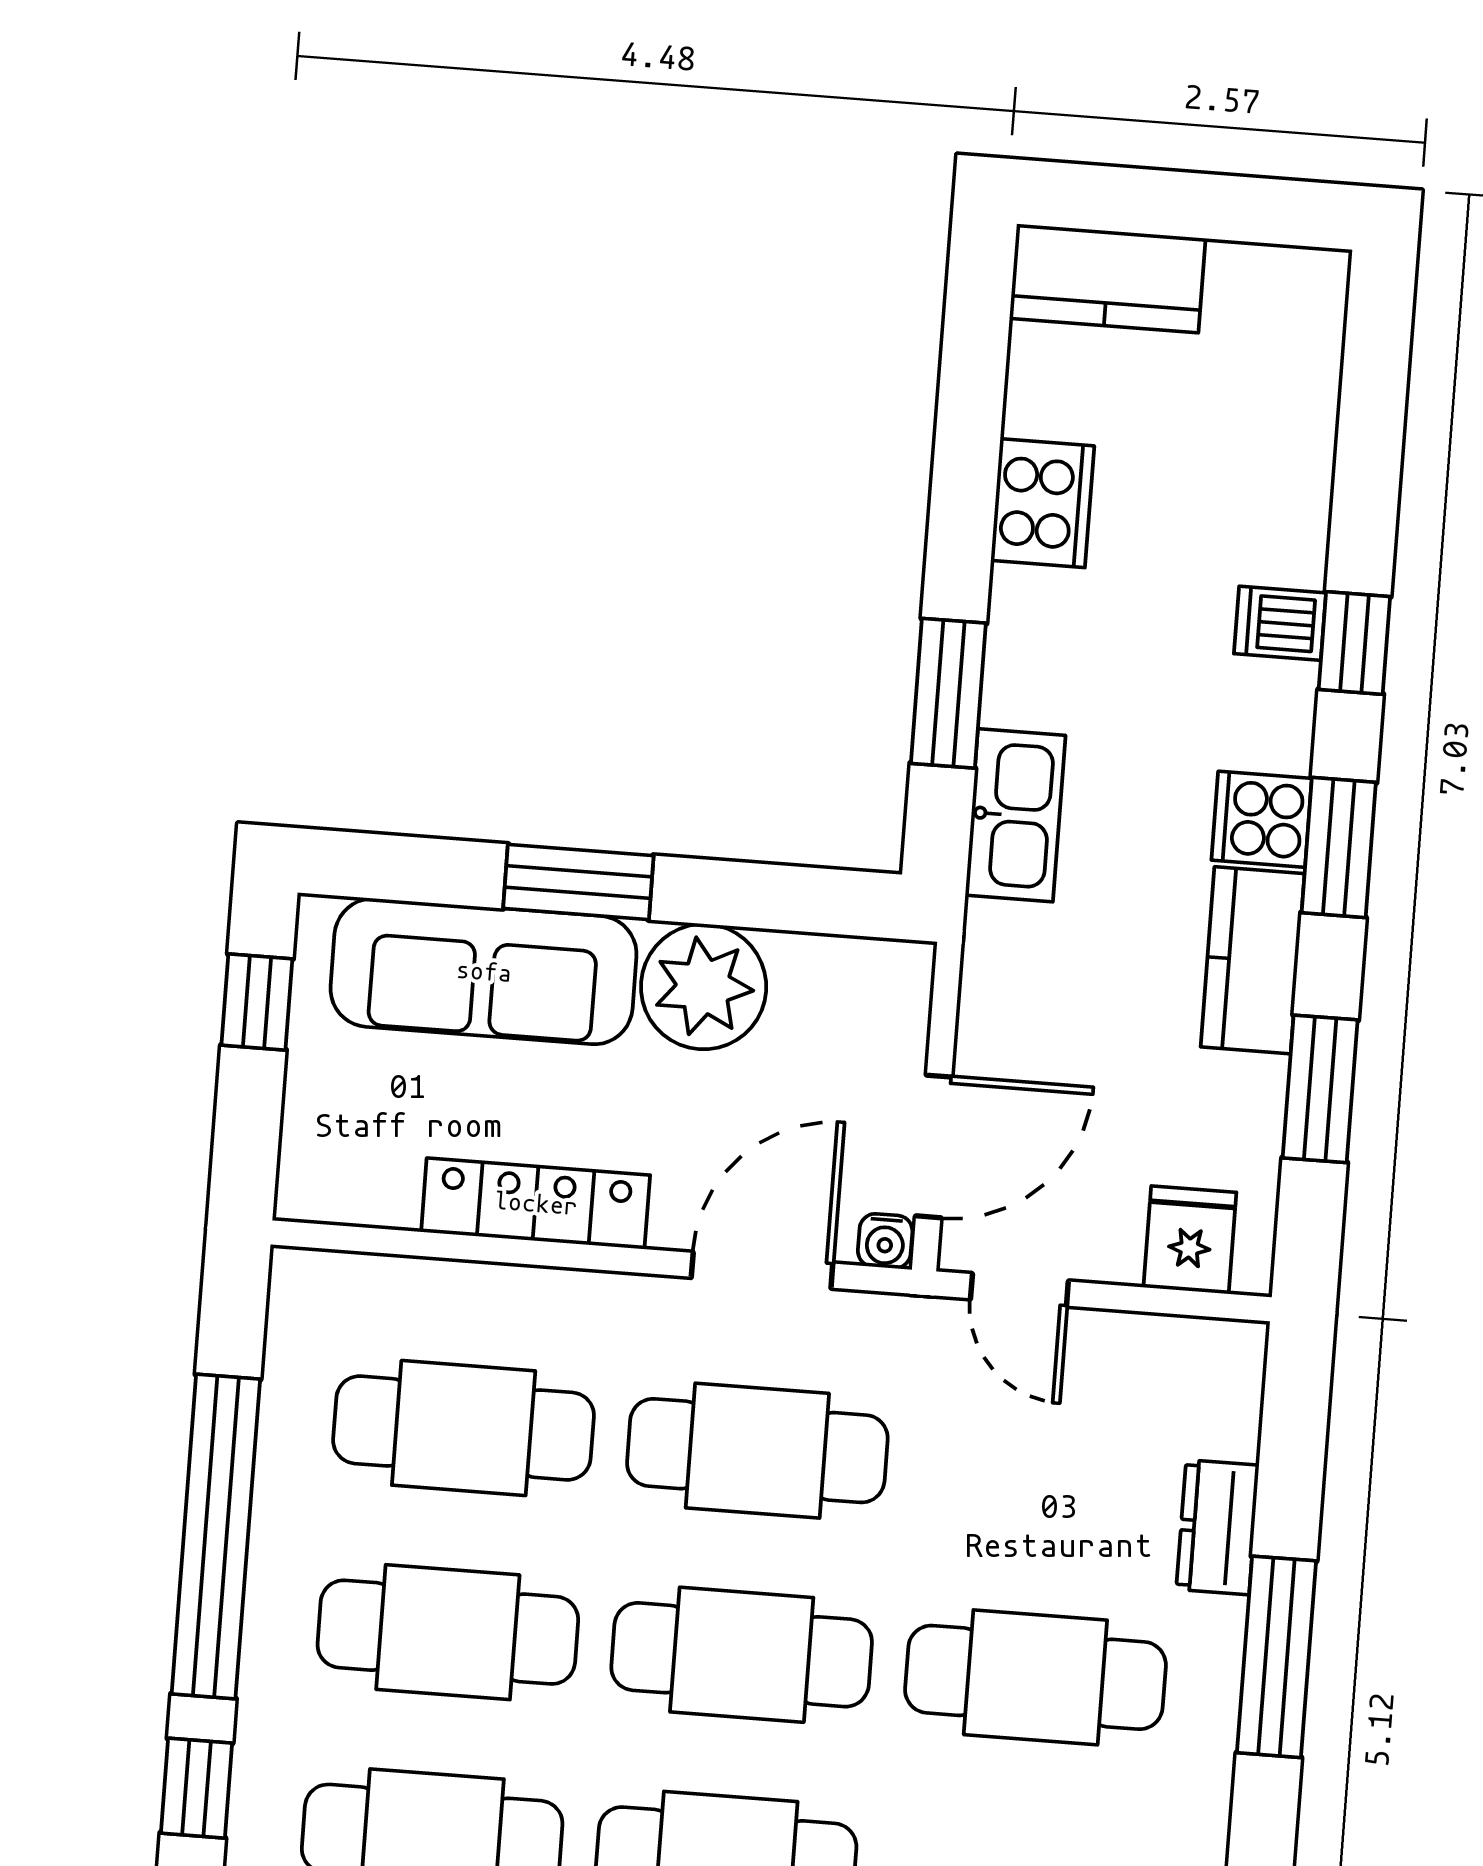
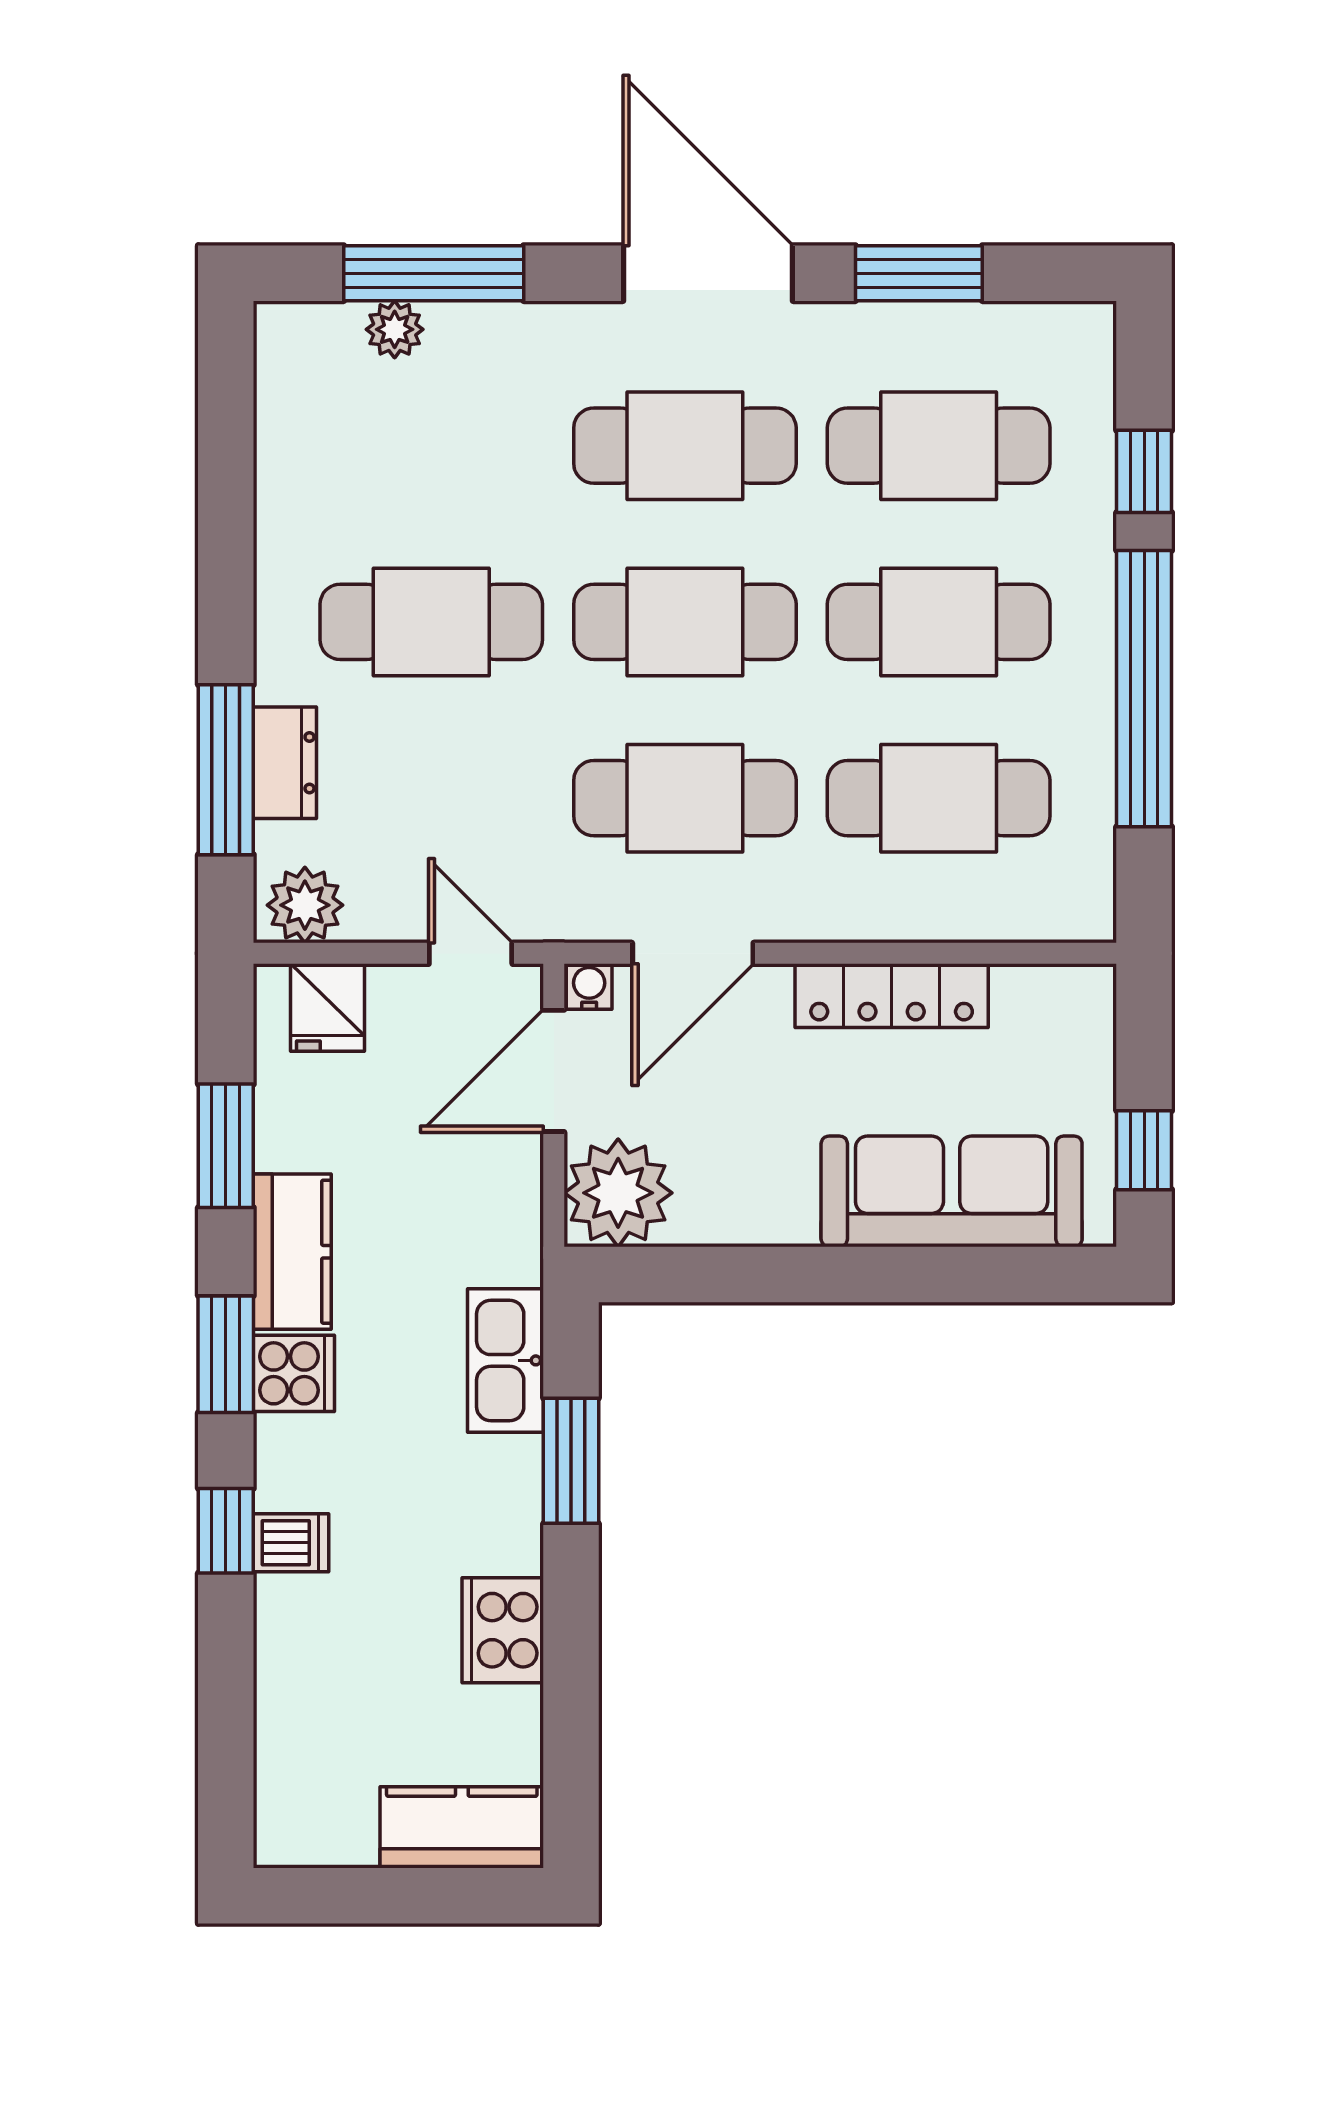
window: (578, 882) -> (876, 1274), removed
plant: (704, 987) -> (618, 1193), moved
plant: (1207, 1361) -> (305, 905), added
window: (1276, 1657) -> (226, 770), moved

